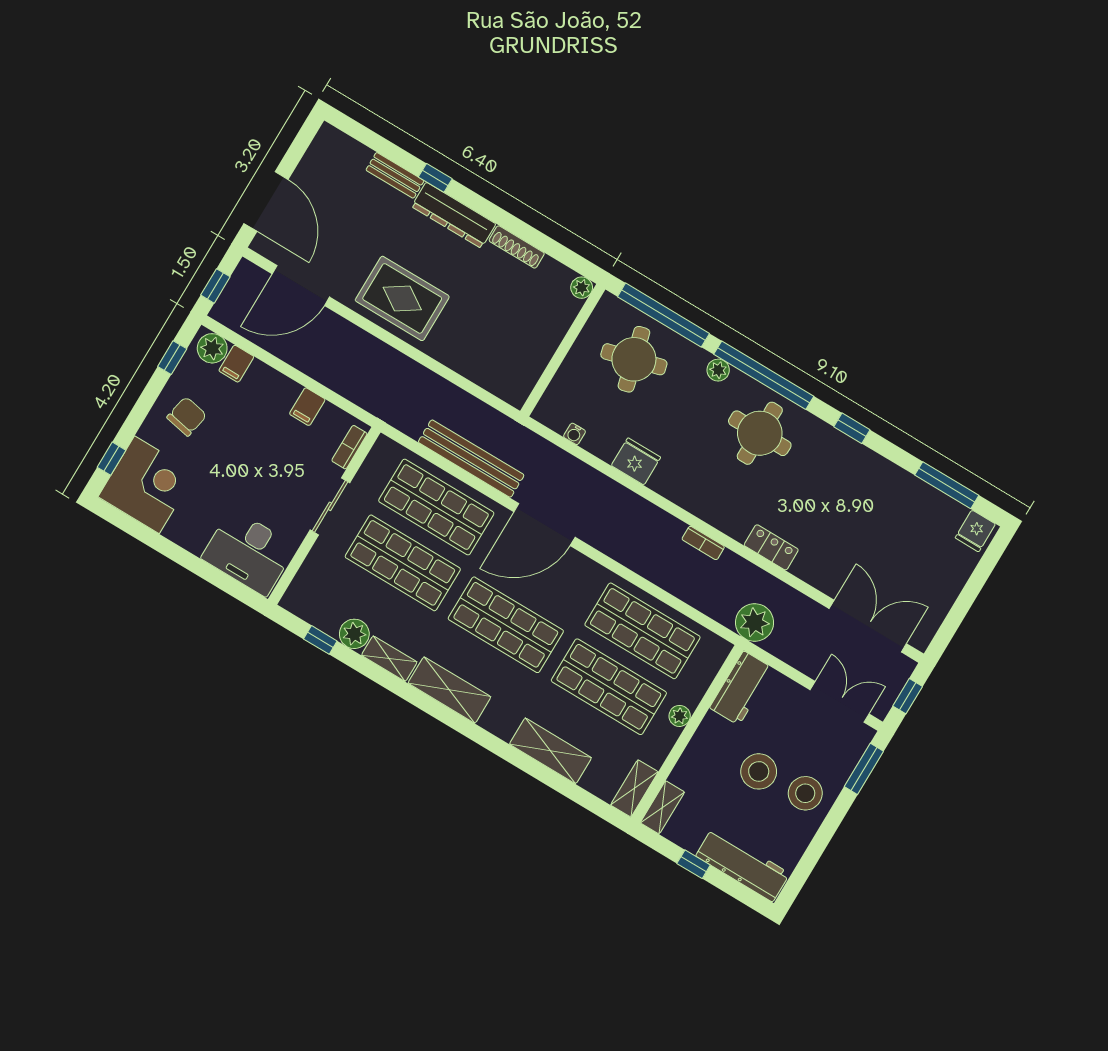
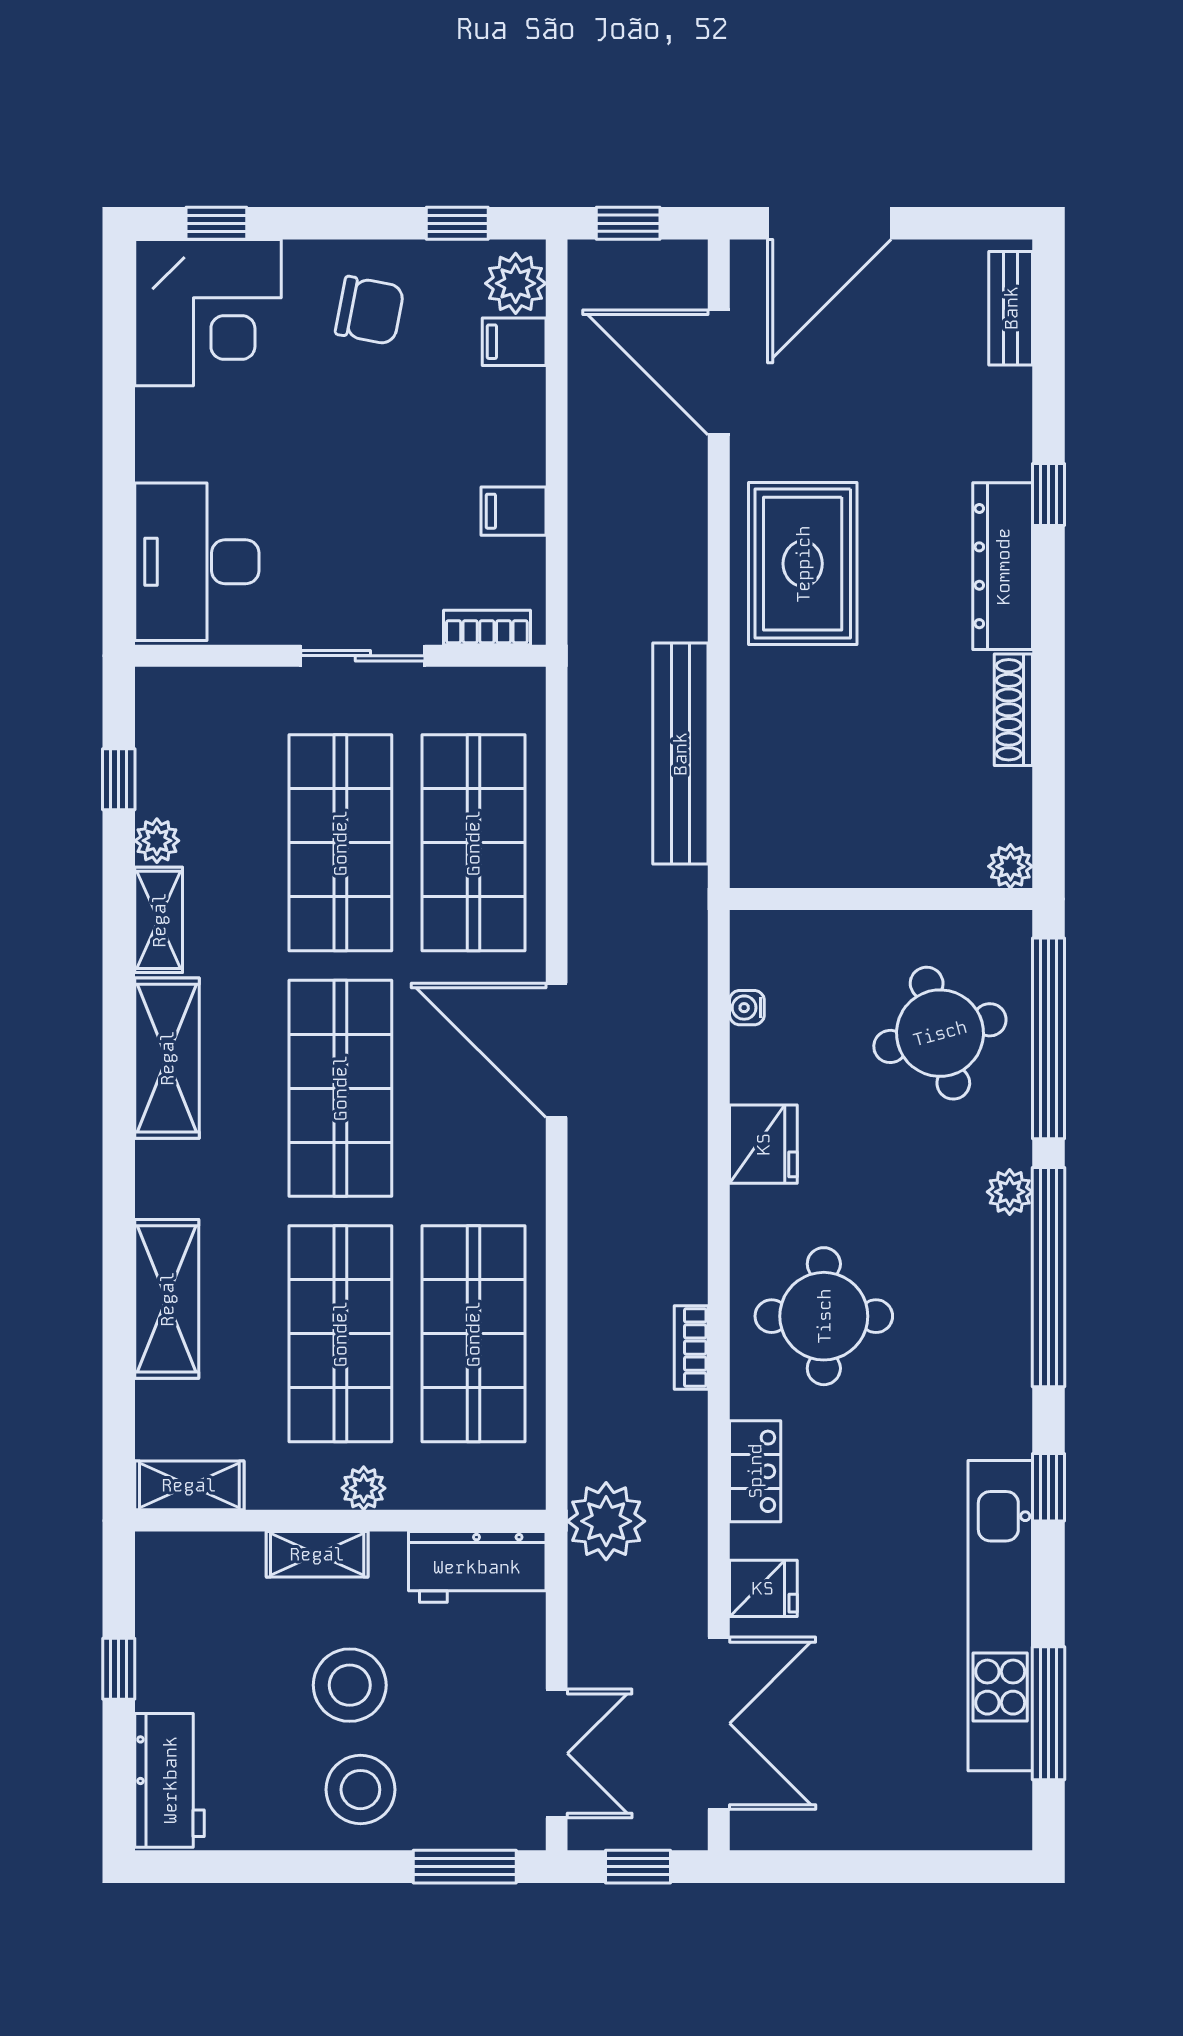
bench: (395, 175) -> (1011, 308), moved
round table: (760, 433) -> (824, 1316), moved
bench: (471, 459) -> (680, 754), moved
kitchen unit: (894, 481) -> (1000, 1616), added
fridge: (975, 531) -> (763, 1588), moved, turned 180
plant: (354, 634) -> (157, 841), width x0.73, depth x0.73
shelving: (662, 807) -> (317, 1554), moved
workbench: (743, 865) -> (170, 1780), width x0.73

